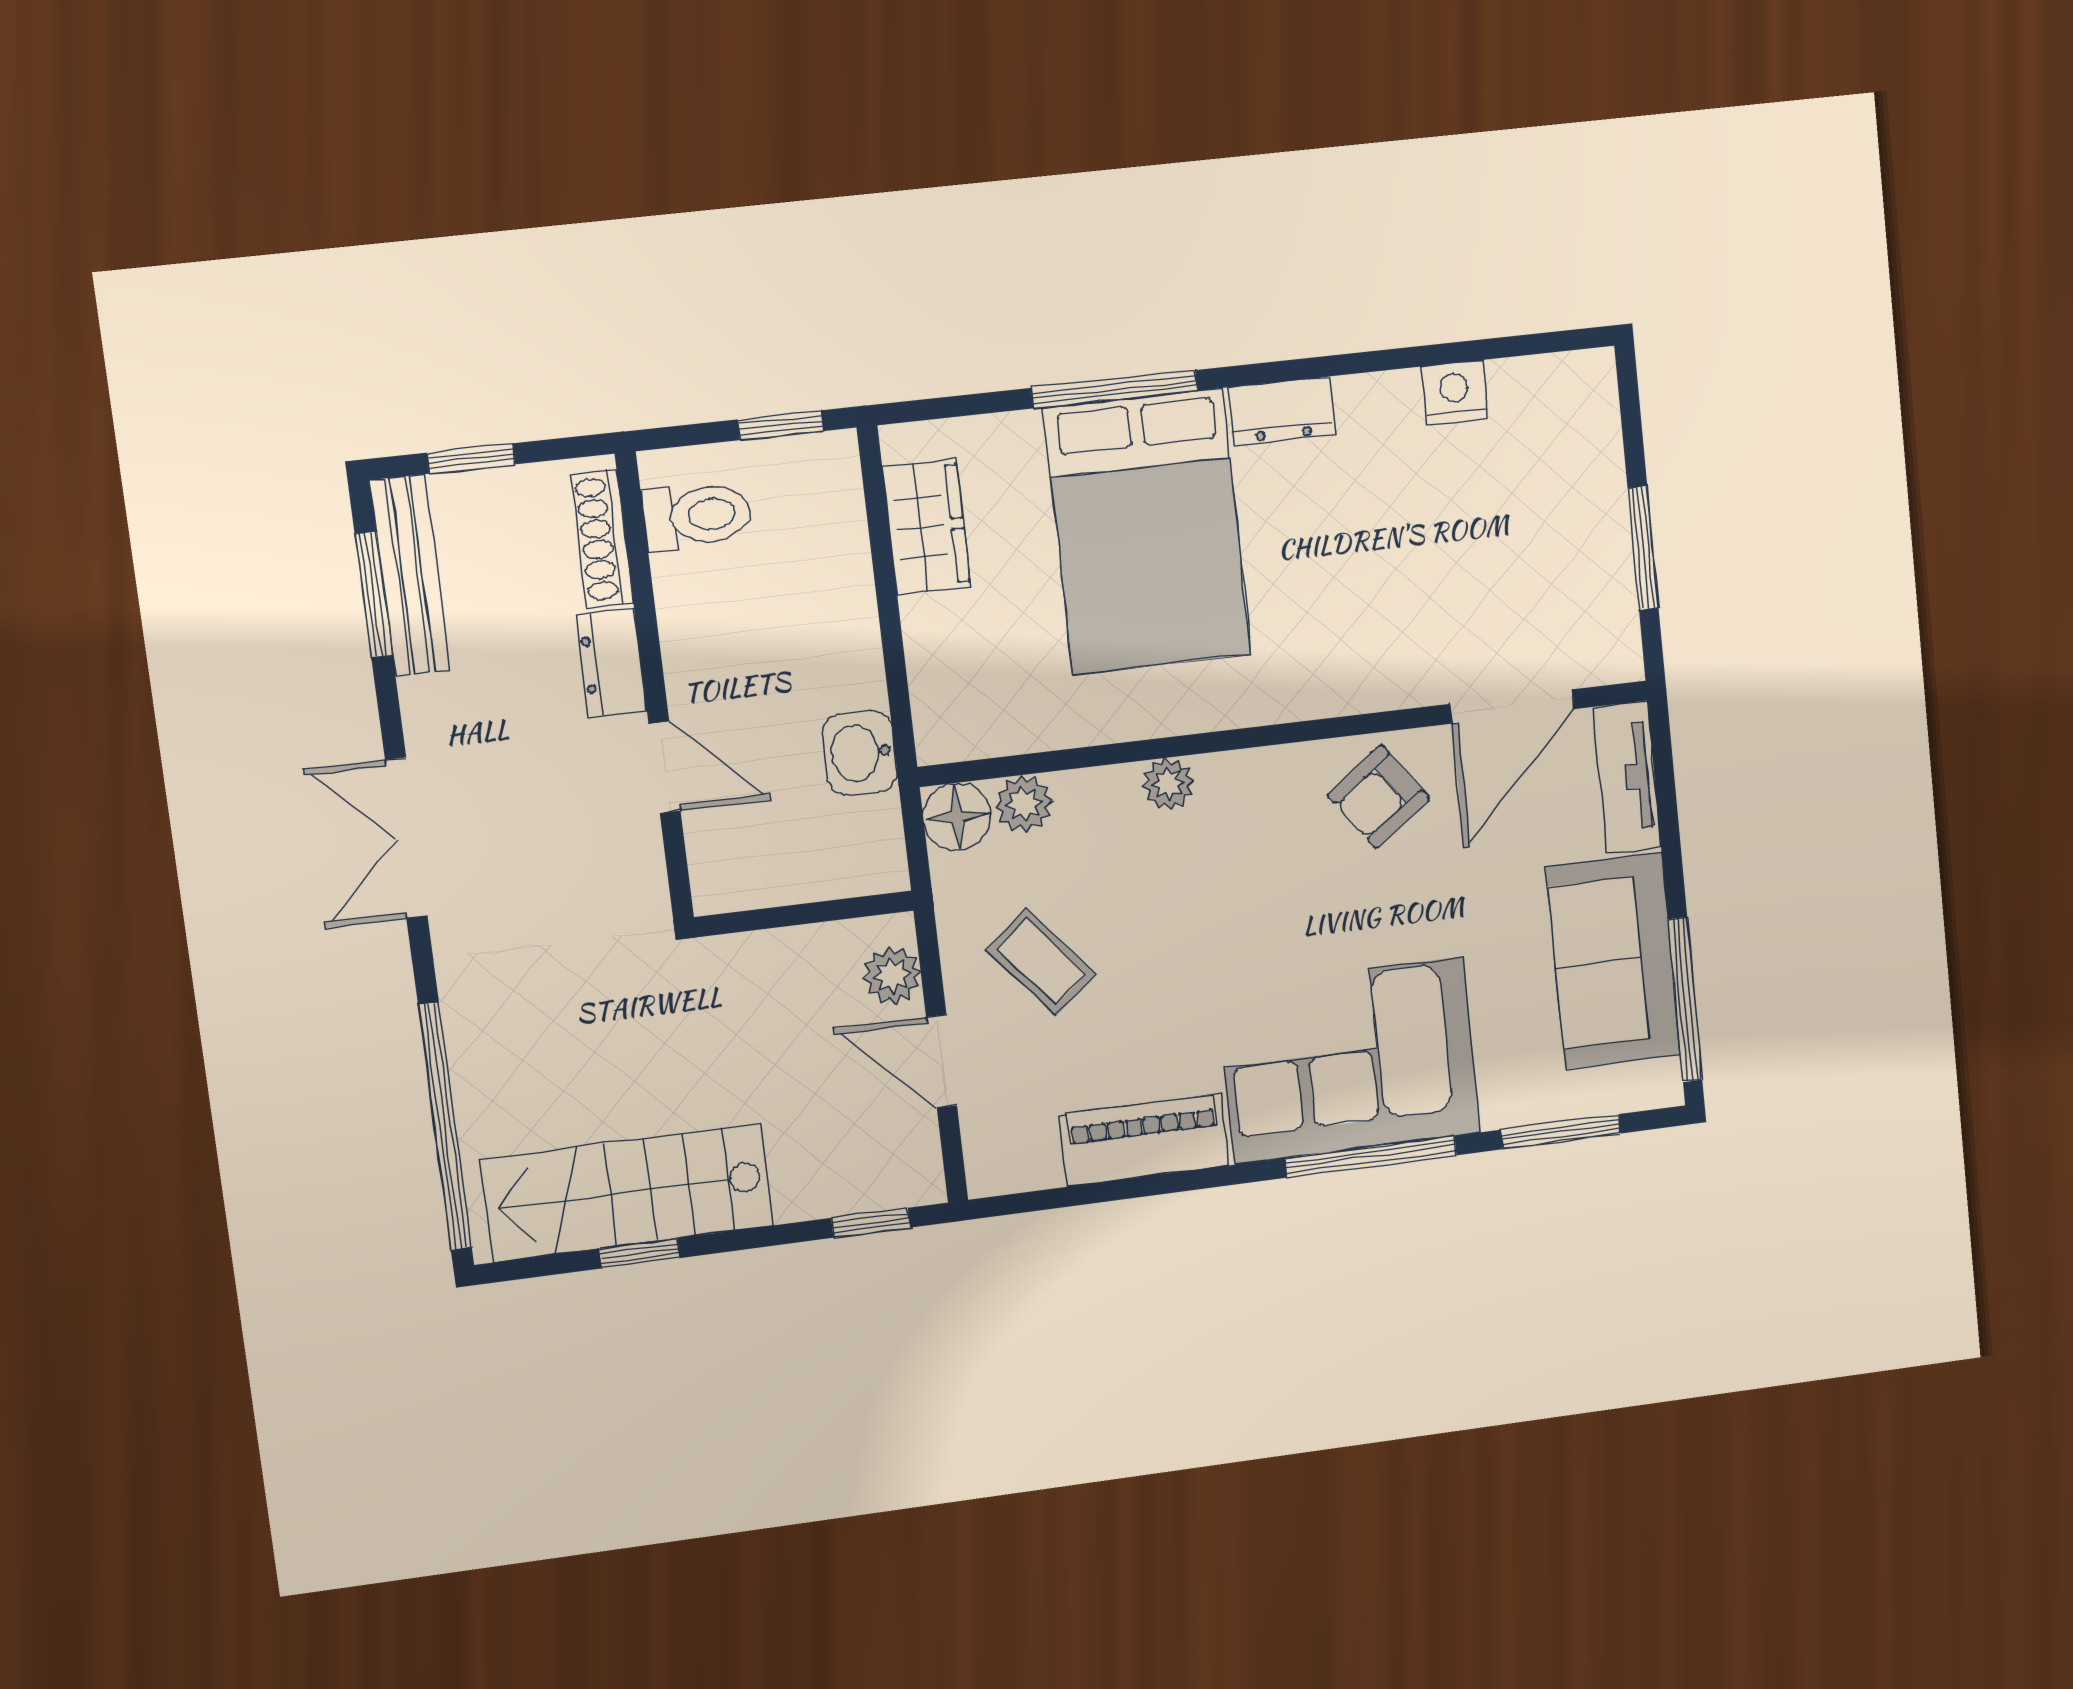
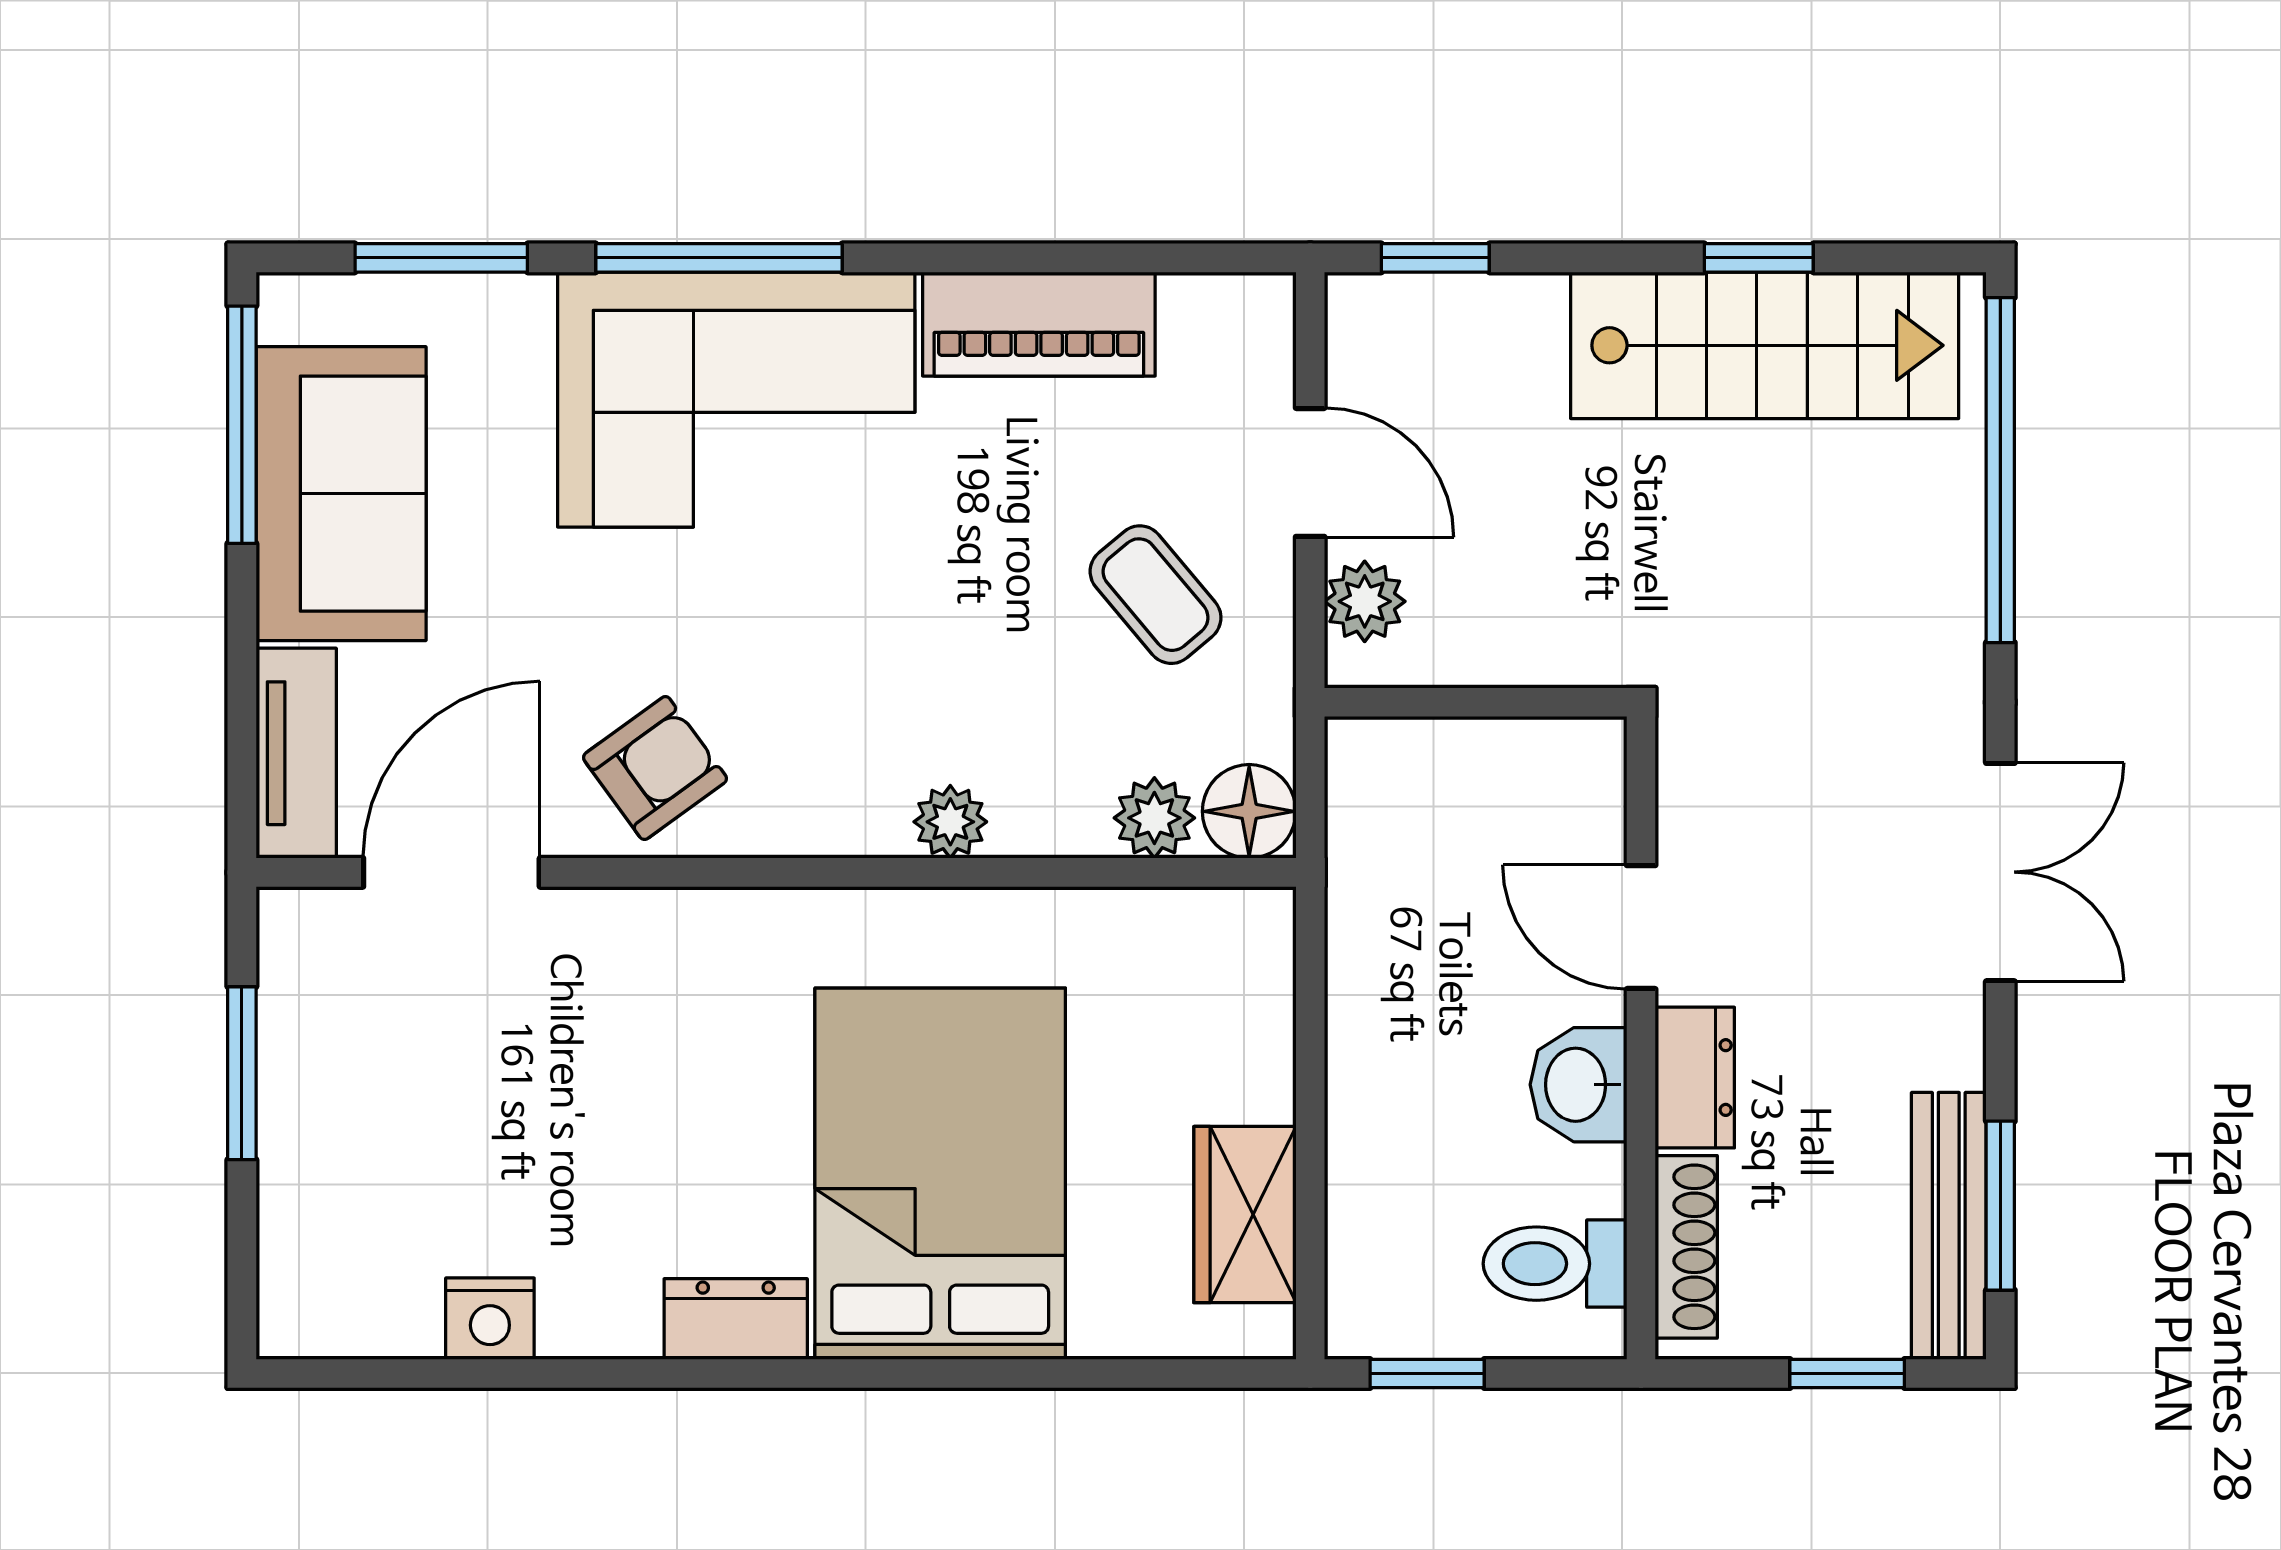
window: (1114, 389) -> (965, 1373), removed
washbasin: (860, 753) -> (1579, 1085), moved, turned 180

